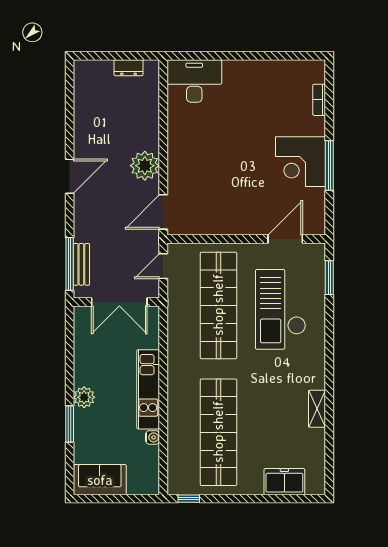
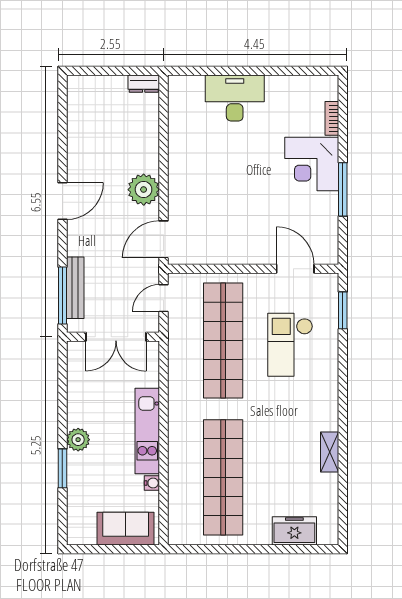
dresser: (128, 68) -> (144, 84), moved
desk: (194, 81) -> (235, 98), moved
corner desk: (301, 162) -> (312, 164), moved
door: (285, 239) -> (295, 269), hinge flipped
bench: (81, 264) -> (75, 288), width x1.36
checkout: (281, 309) -> (290, 345), width x0.73, depth x0.83
sofa: (100, 480) -> (126, 529), moved
window: (189, 499) -> (191, 549), removed

